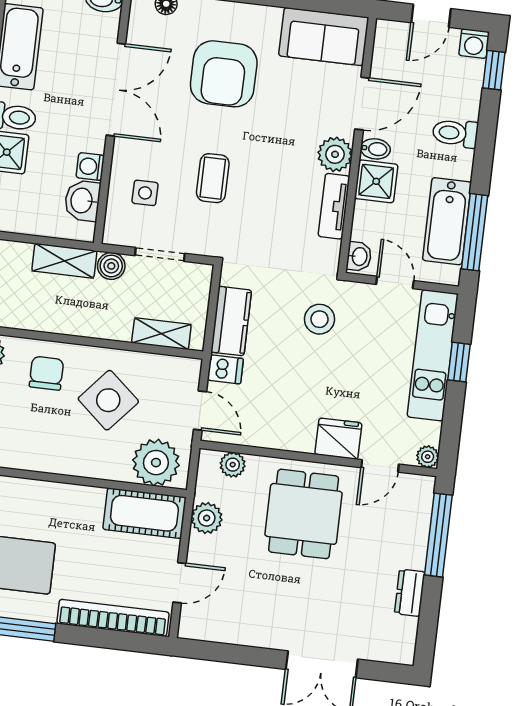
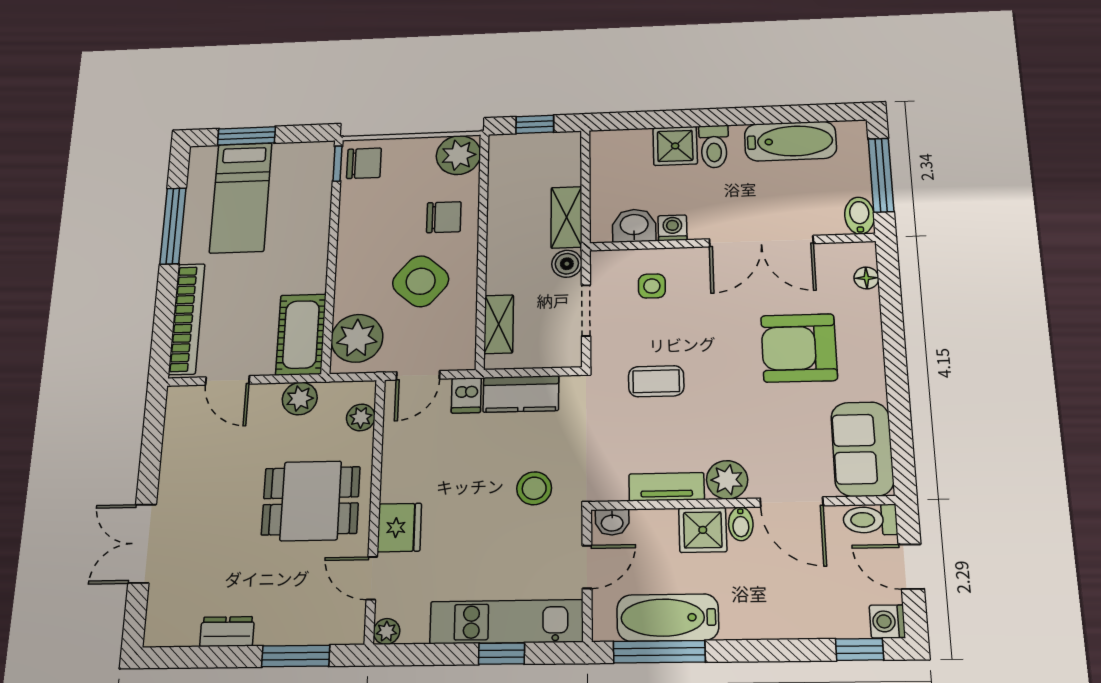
toilet: (455, 133) -> (870, 520), moved, turned -90
coffee table: (213, 178) -> (656, 381), moved
window: (438, 535) -> (296, 656), width x0.69

